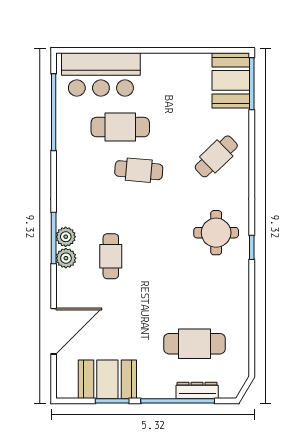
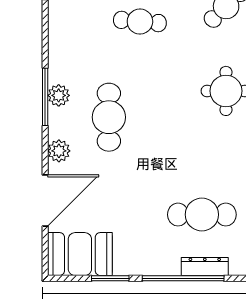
cafe table: (111, 256) -> (109, 117), width x1.37, depth x1.35
plant: (66, 258) -> (59, 151), moved
booth: (107, 379) -> (80, 254), moved

